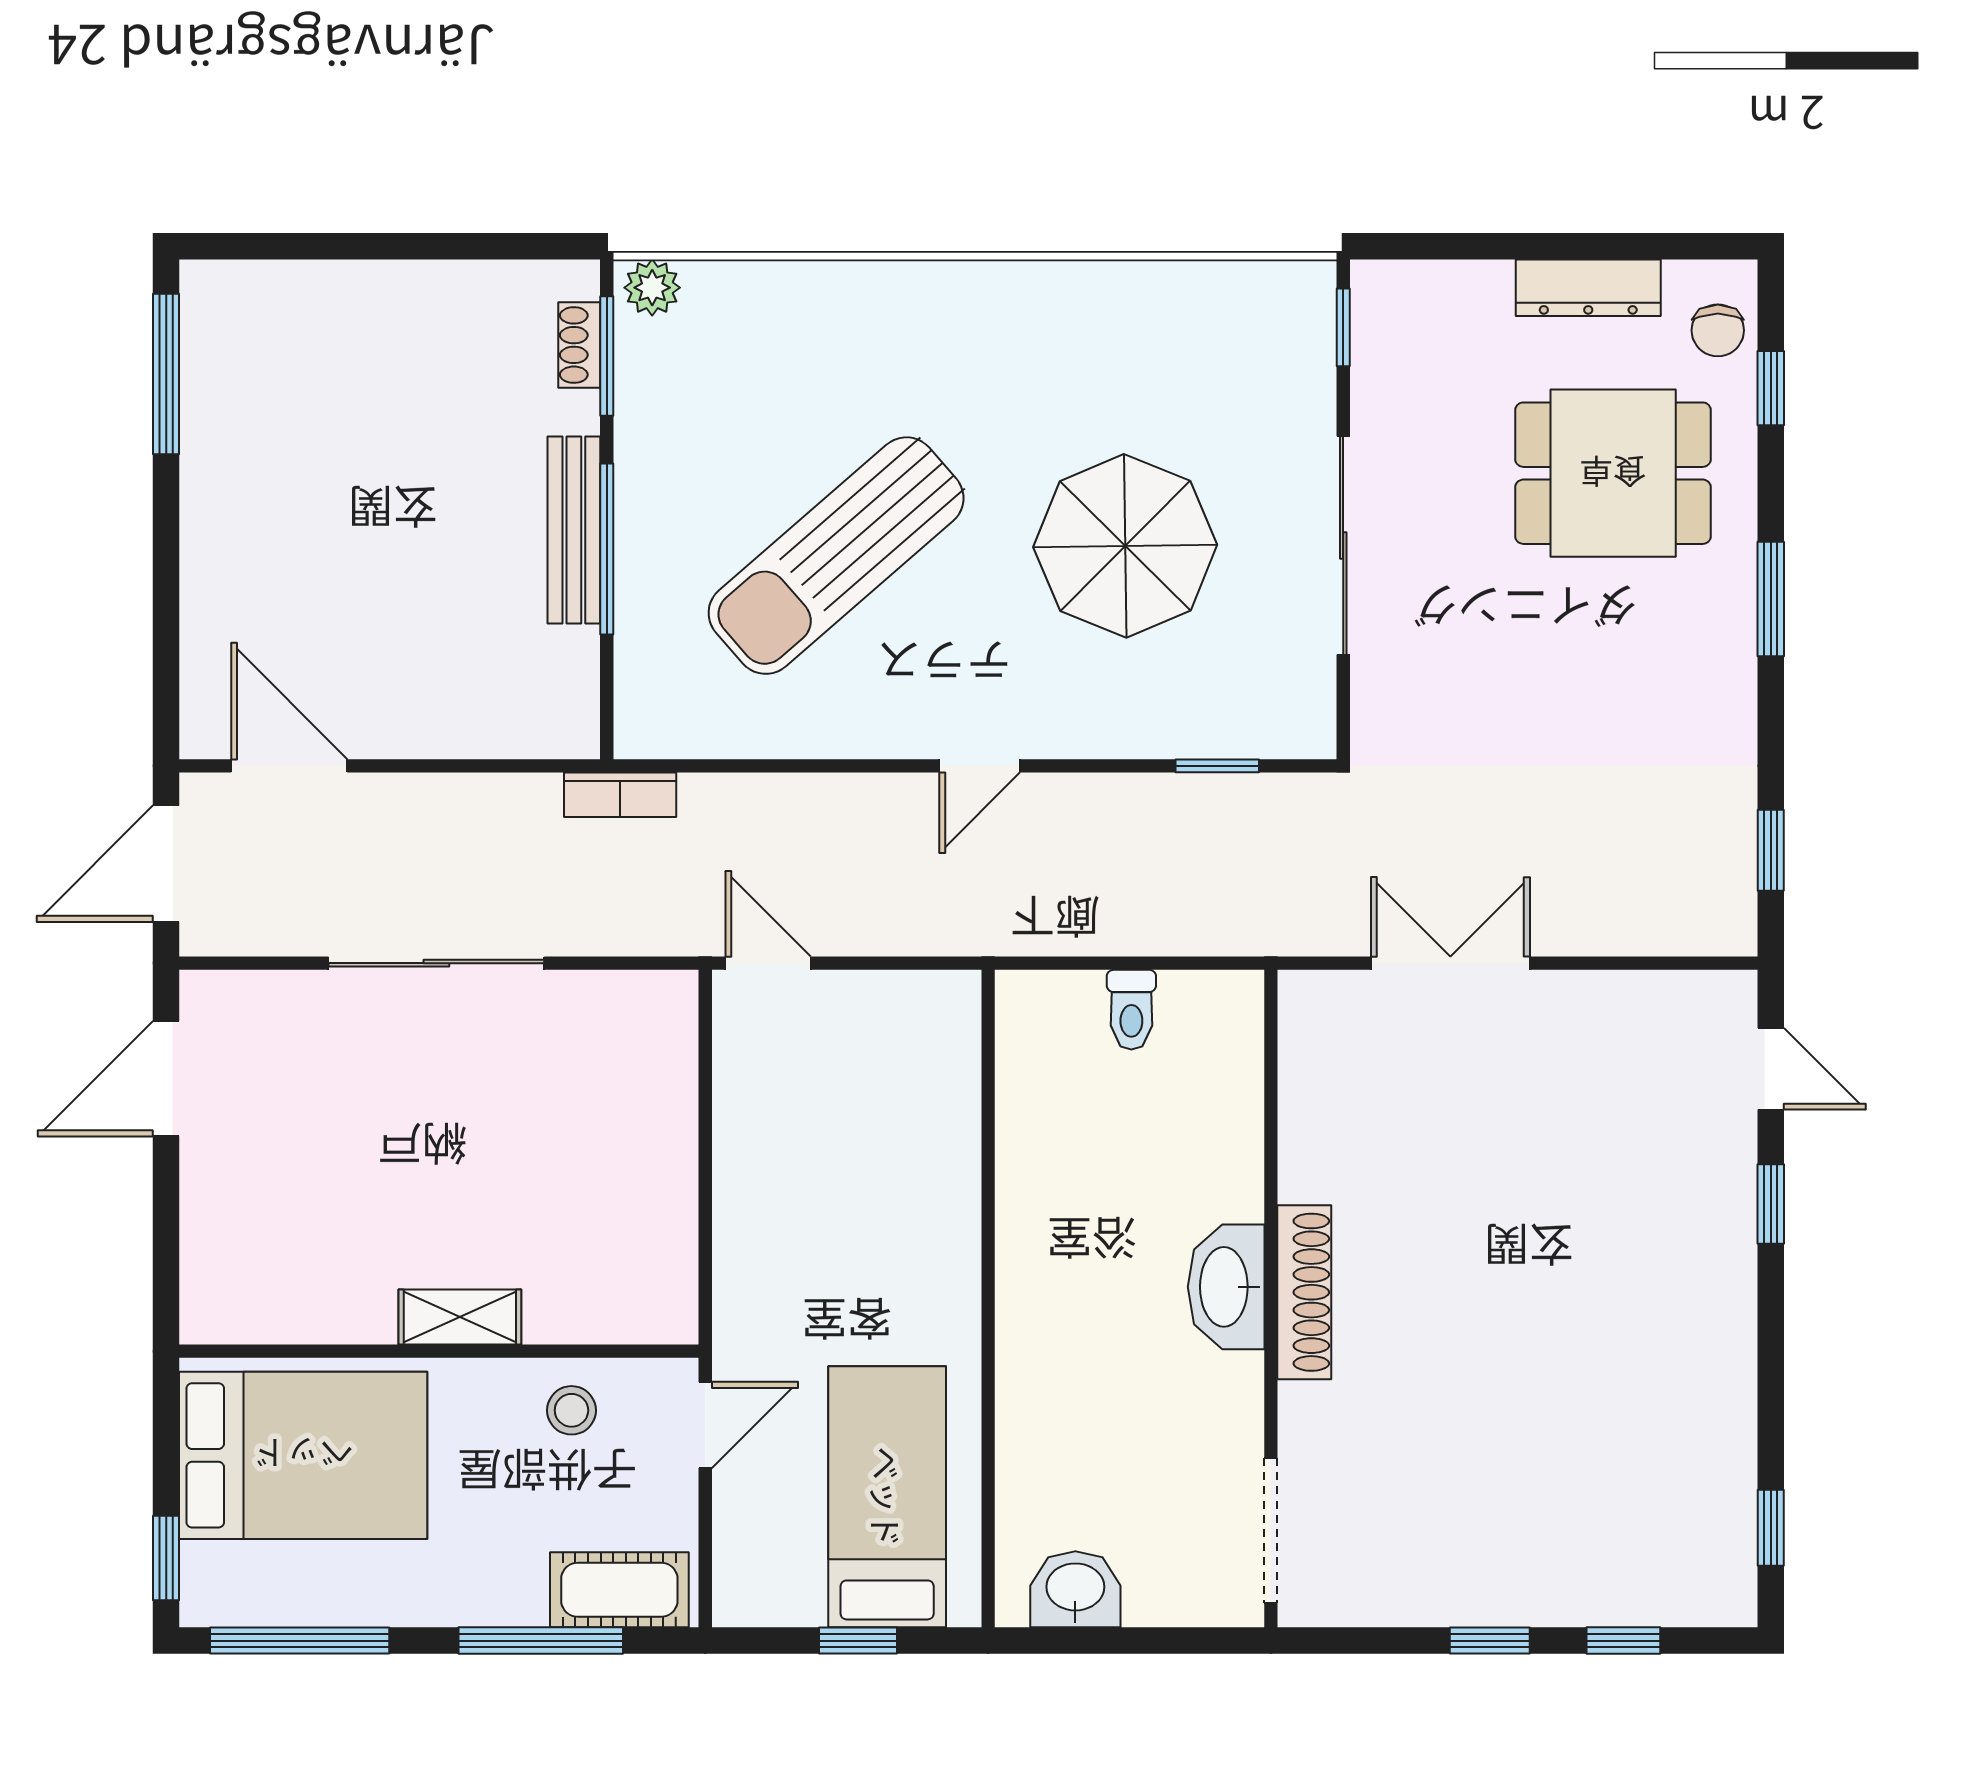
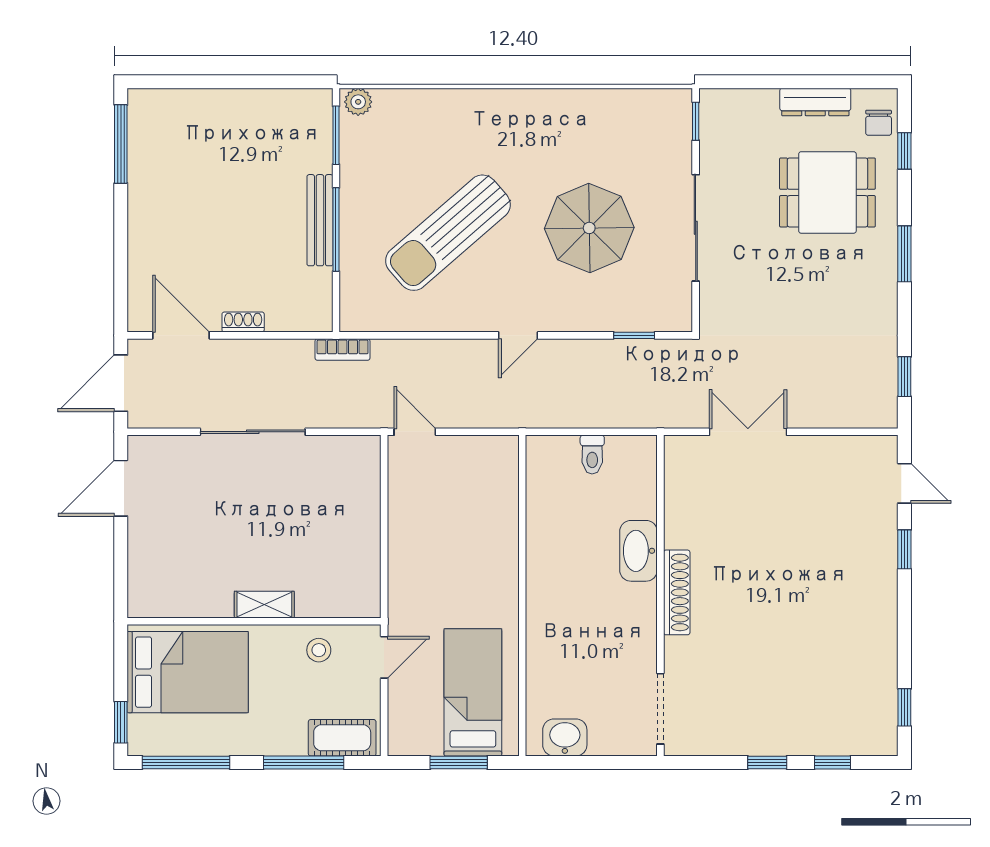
shoe rack: (579, 345) -> (243, 322), moved, turned 90
washbasin: (1226, 1287) -> (638, 551), moved
window: (858, 1641) -> (459, 763), width x1.50

